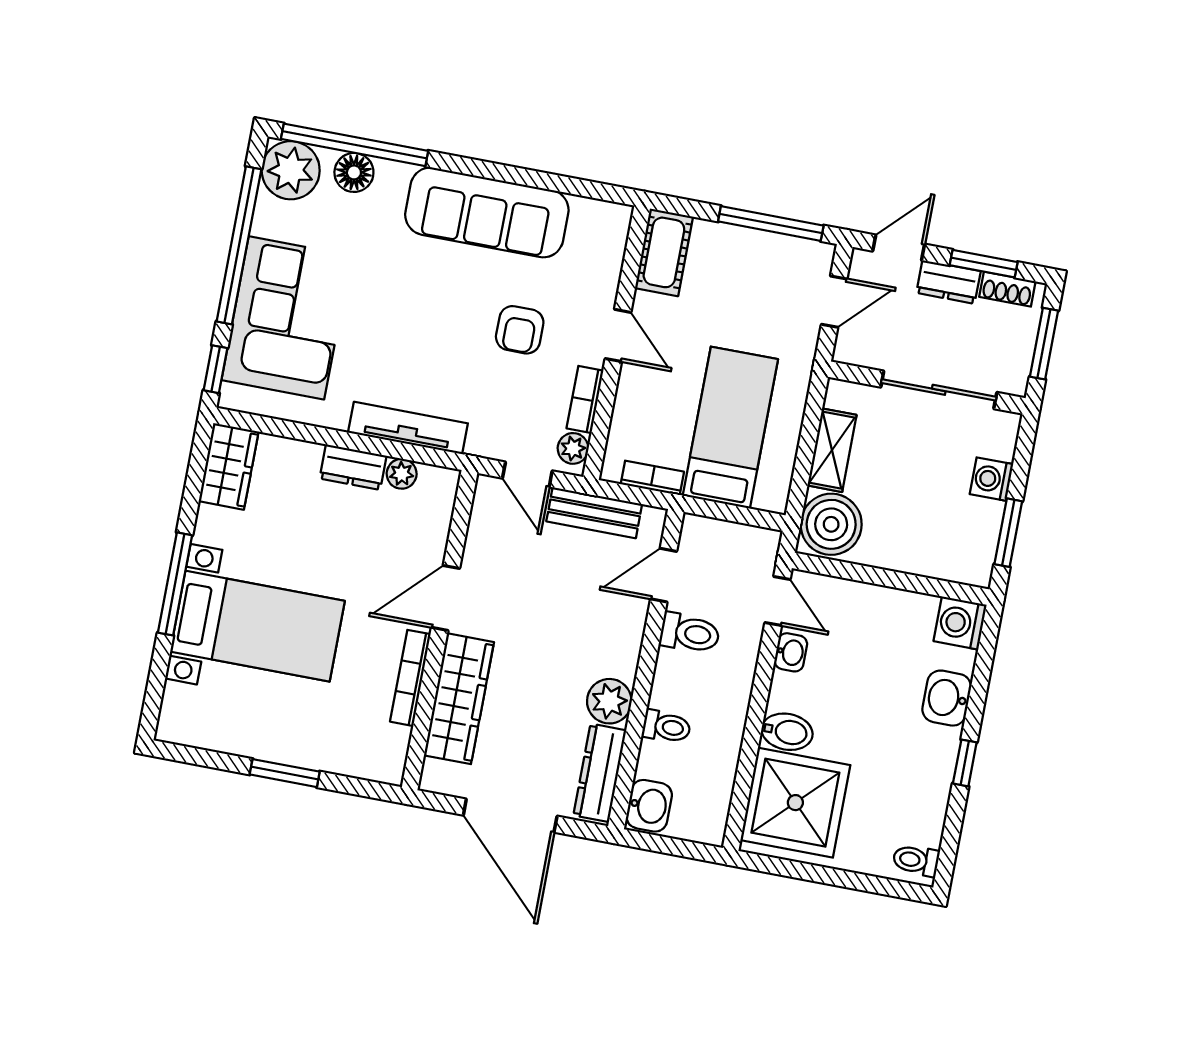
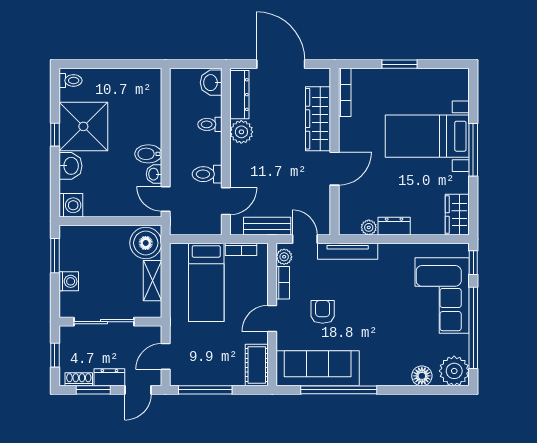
window: (355, 145) -> (339, 390), moved
sofa: (487, 212) -> (318, 368), moved
door: (618, 335) -> (272, 318), hinge flipped
window: (1044, 344) -> (55, 355), width x0.67
tv unit: (408, 428) -> (348, 251), moved
bookcase: (410, 678) -> (345, 92), moved
bidet: (787, 732) -> (148, 154), moved
shower: (795, 803) -> (83, 126), moved

